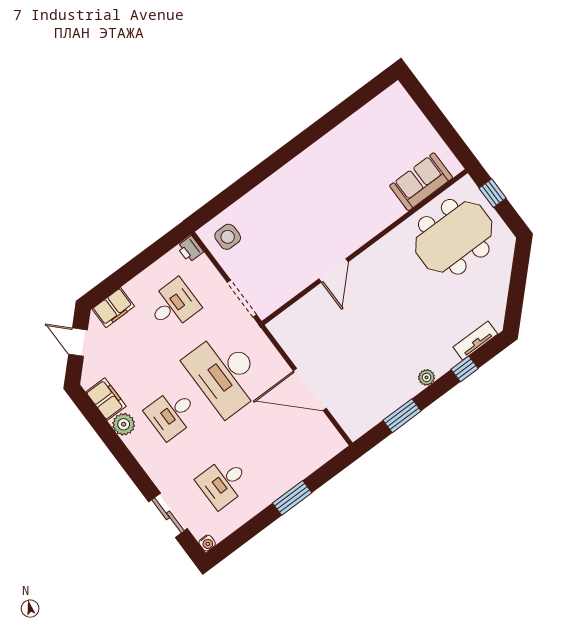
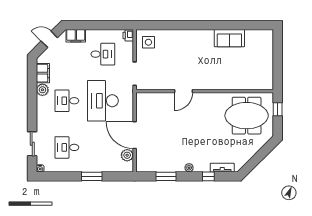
sofa: (421, 182) -> (229, 38), moved, turned 180
door: (78, 342) -> (49, 39), hinge flipped
plant: (321, 427) -> (127, 155), added

